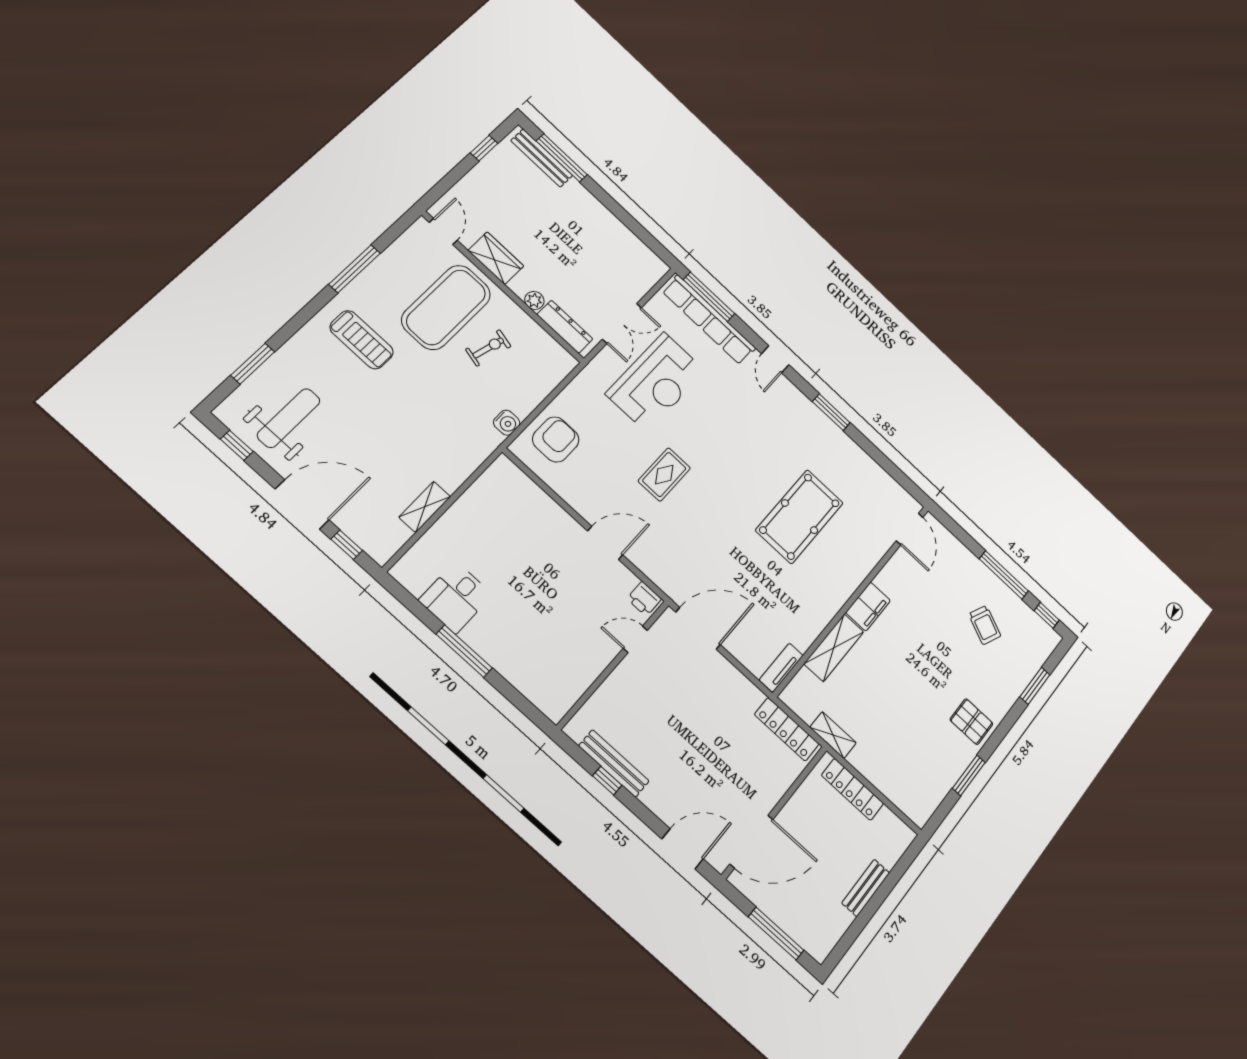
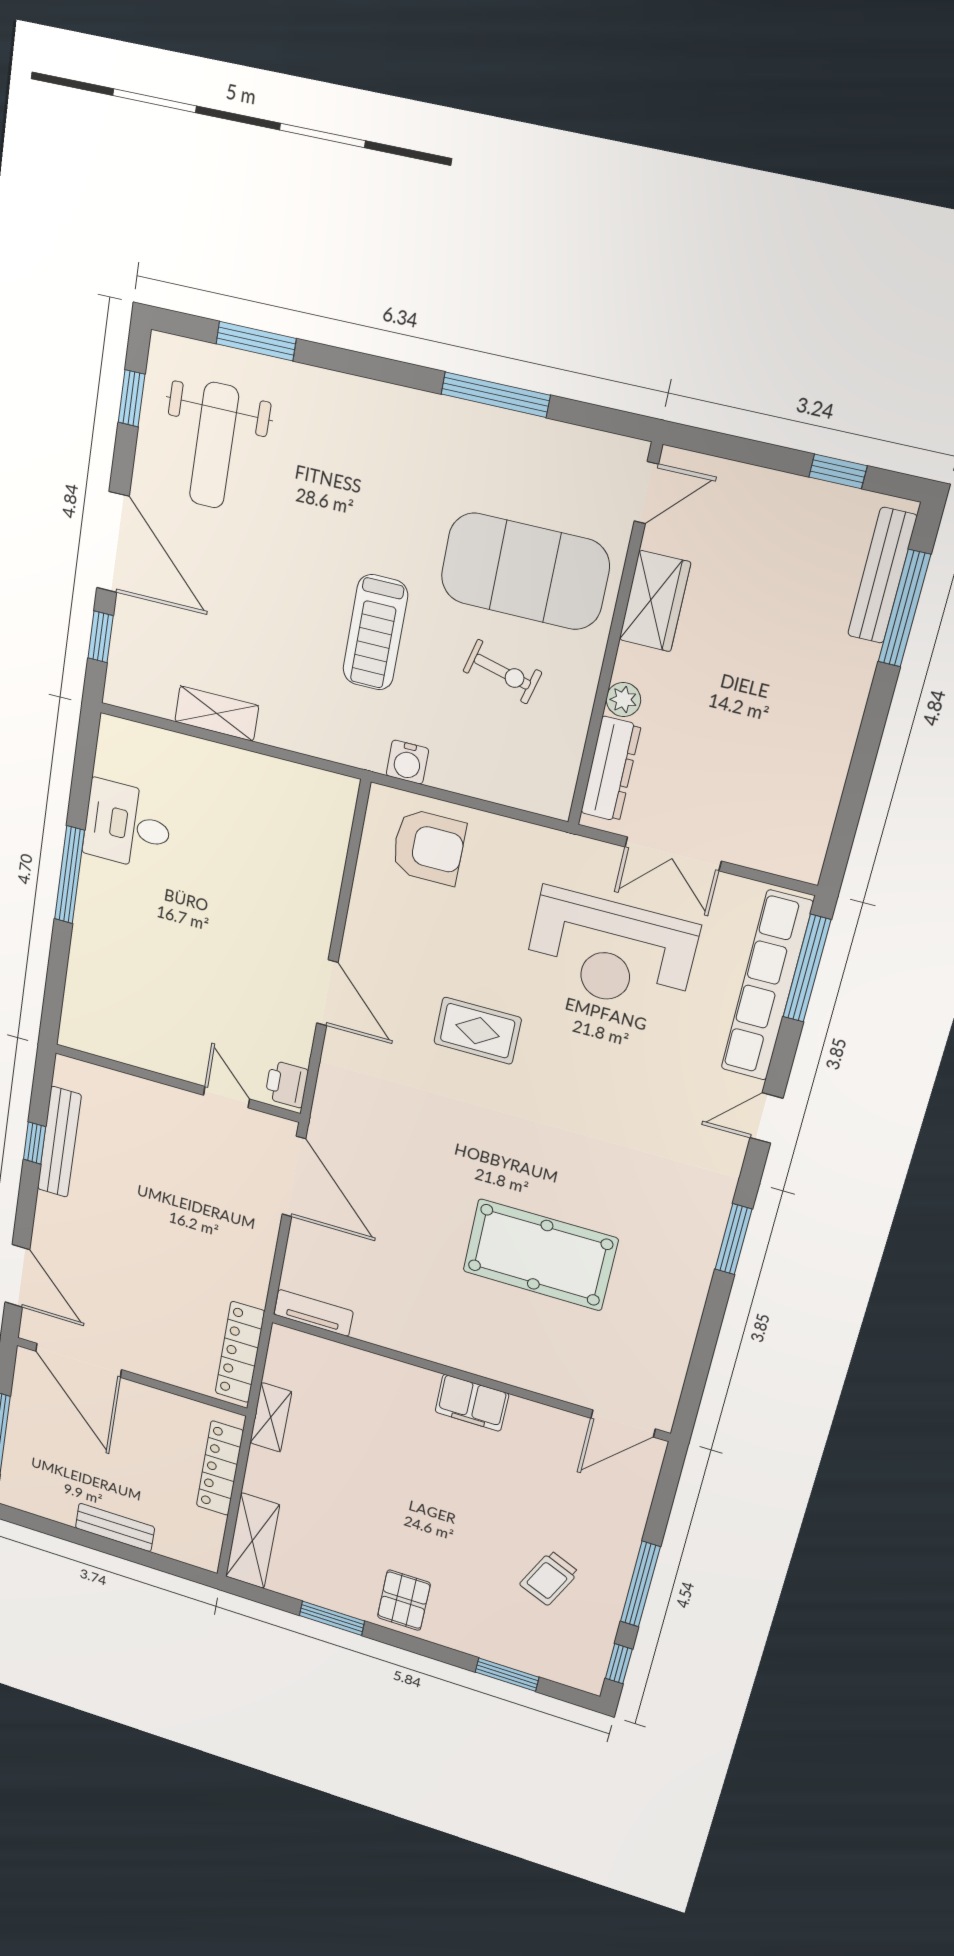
treadmill: (362, 340) -> (375, 632), moved
weight bench: (289, 418) -> (214, 445), turned 90
shelving: (834, 648) -> (252, 1541), moved, turned 90

